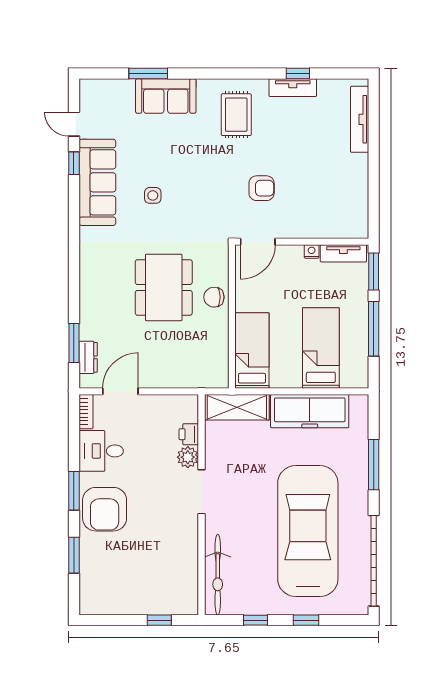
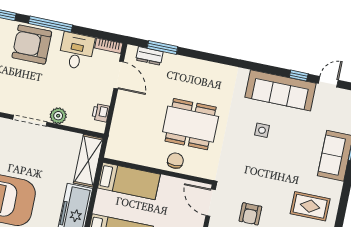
printer: (189, 434) -> (101, 113), moved, turned -90
window: (74, 491) -> (51, 24), width x1.44

